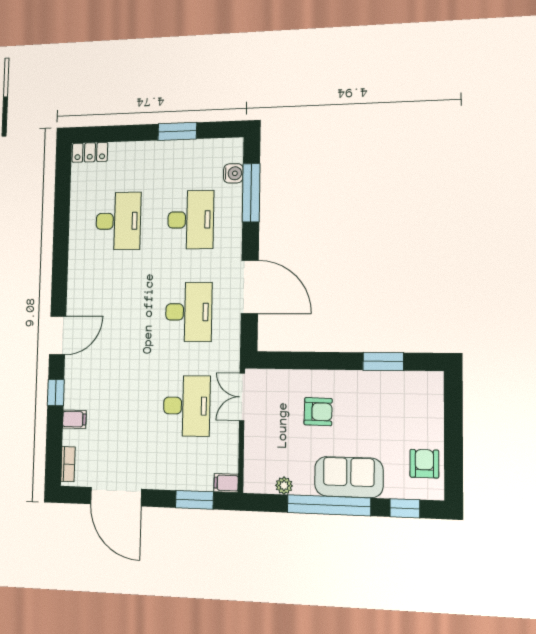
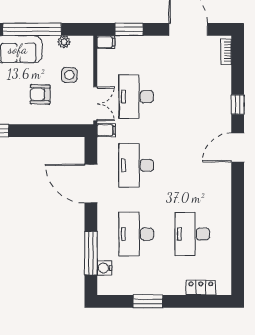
locker: (90, 152) -> (201, 288), moved
filing cabinet: (74, 419) -> (106, 130), moved, turned 180
side table: (277, 438) -> (69, 75), added

